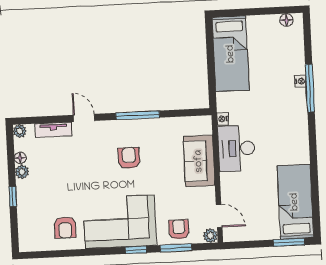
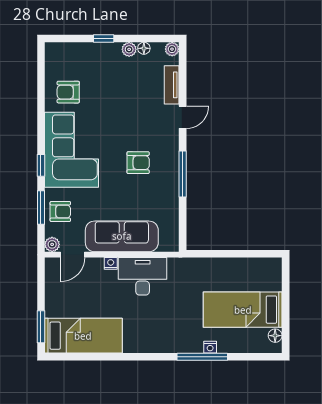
bed: (231, 54) -> (243, 310), moved
nightstand: (223, 119) -> (111, 263), moved
sofa: (199, 161) -> (122, 236), width x1.36

